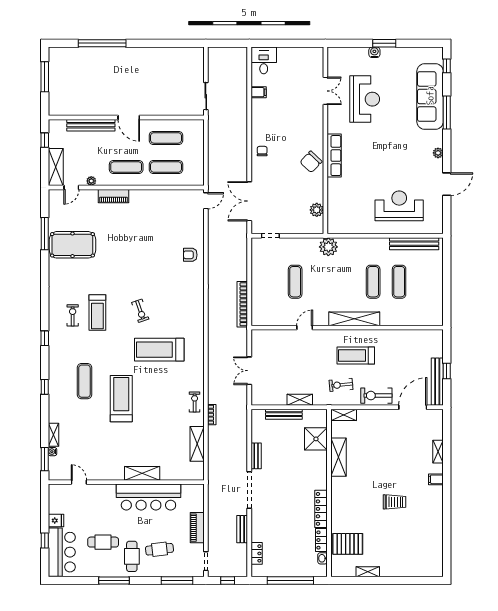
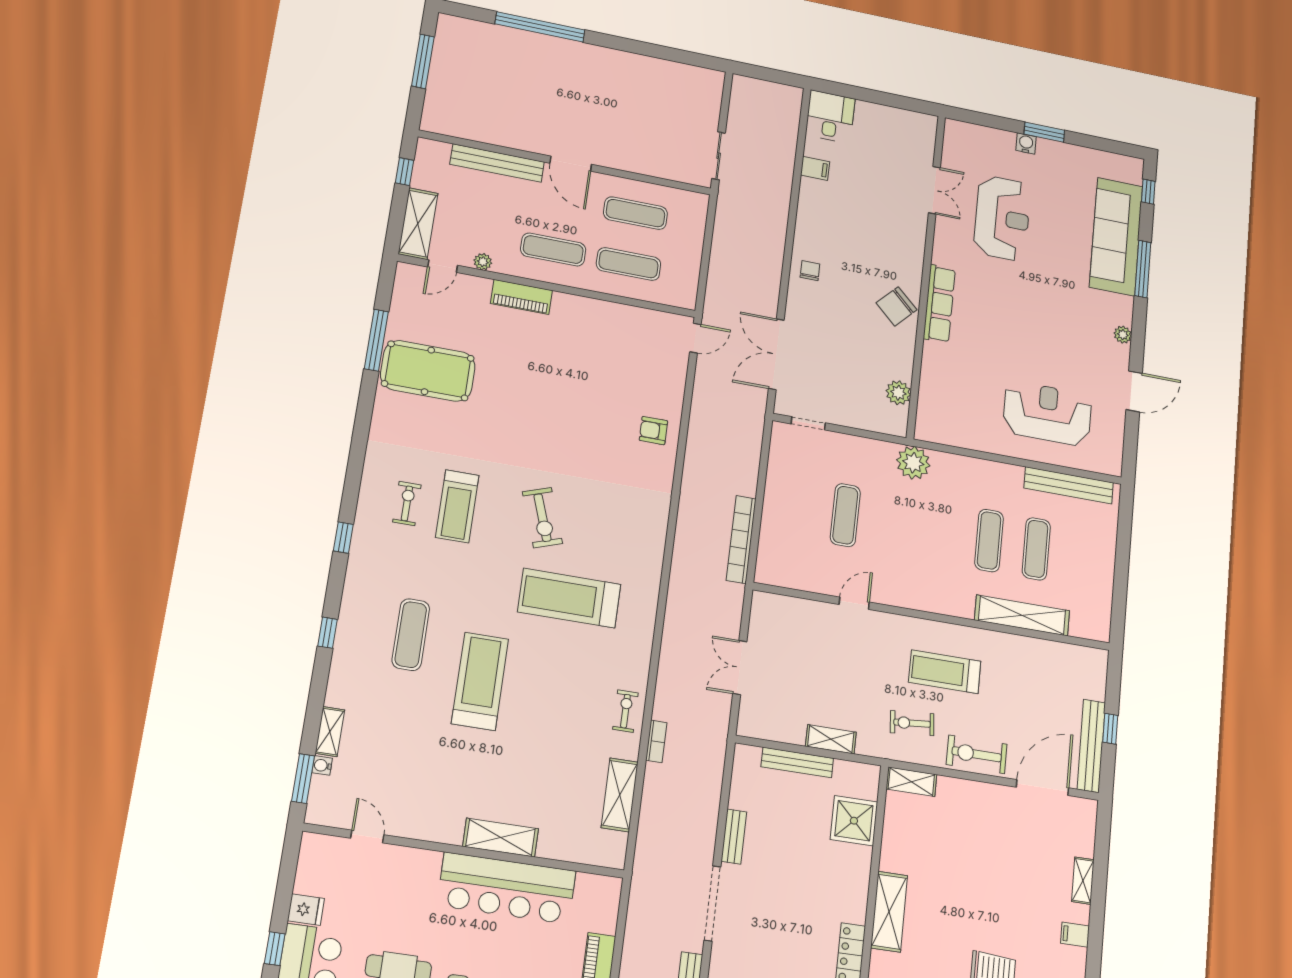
exercise bike: (140, 311) -> (542, 518), width x1.38, depth x1.39
shelving: (354, 319) -> (1022, 615), moved
shelving: (338, 457) -> (889, 912), moved

